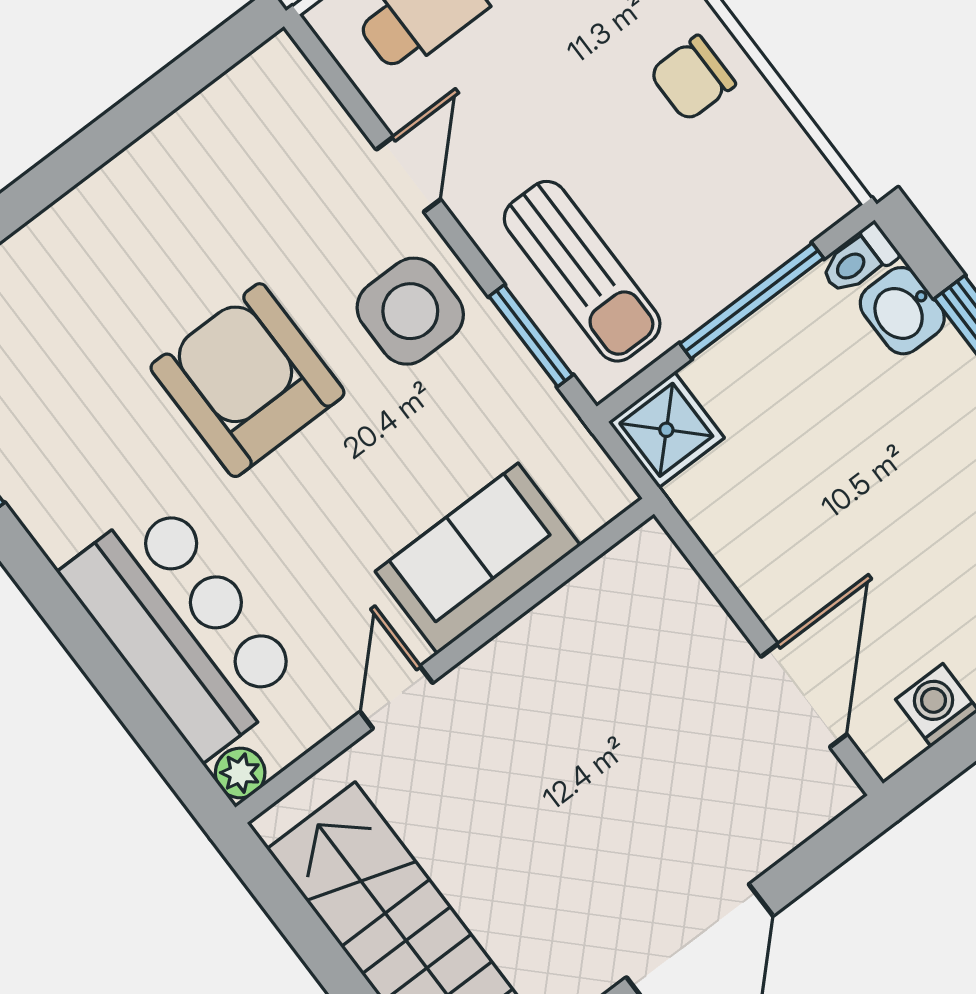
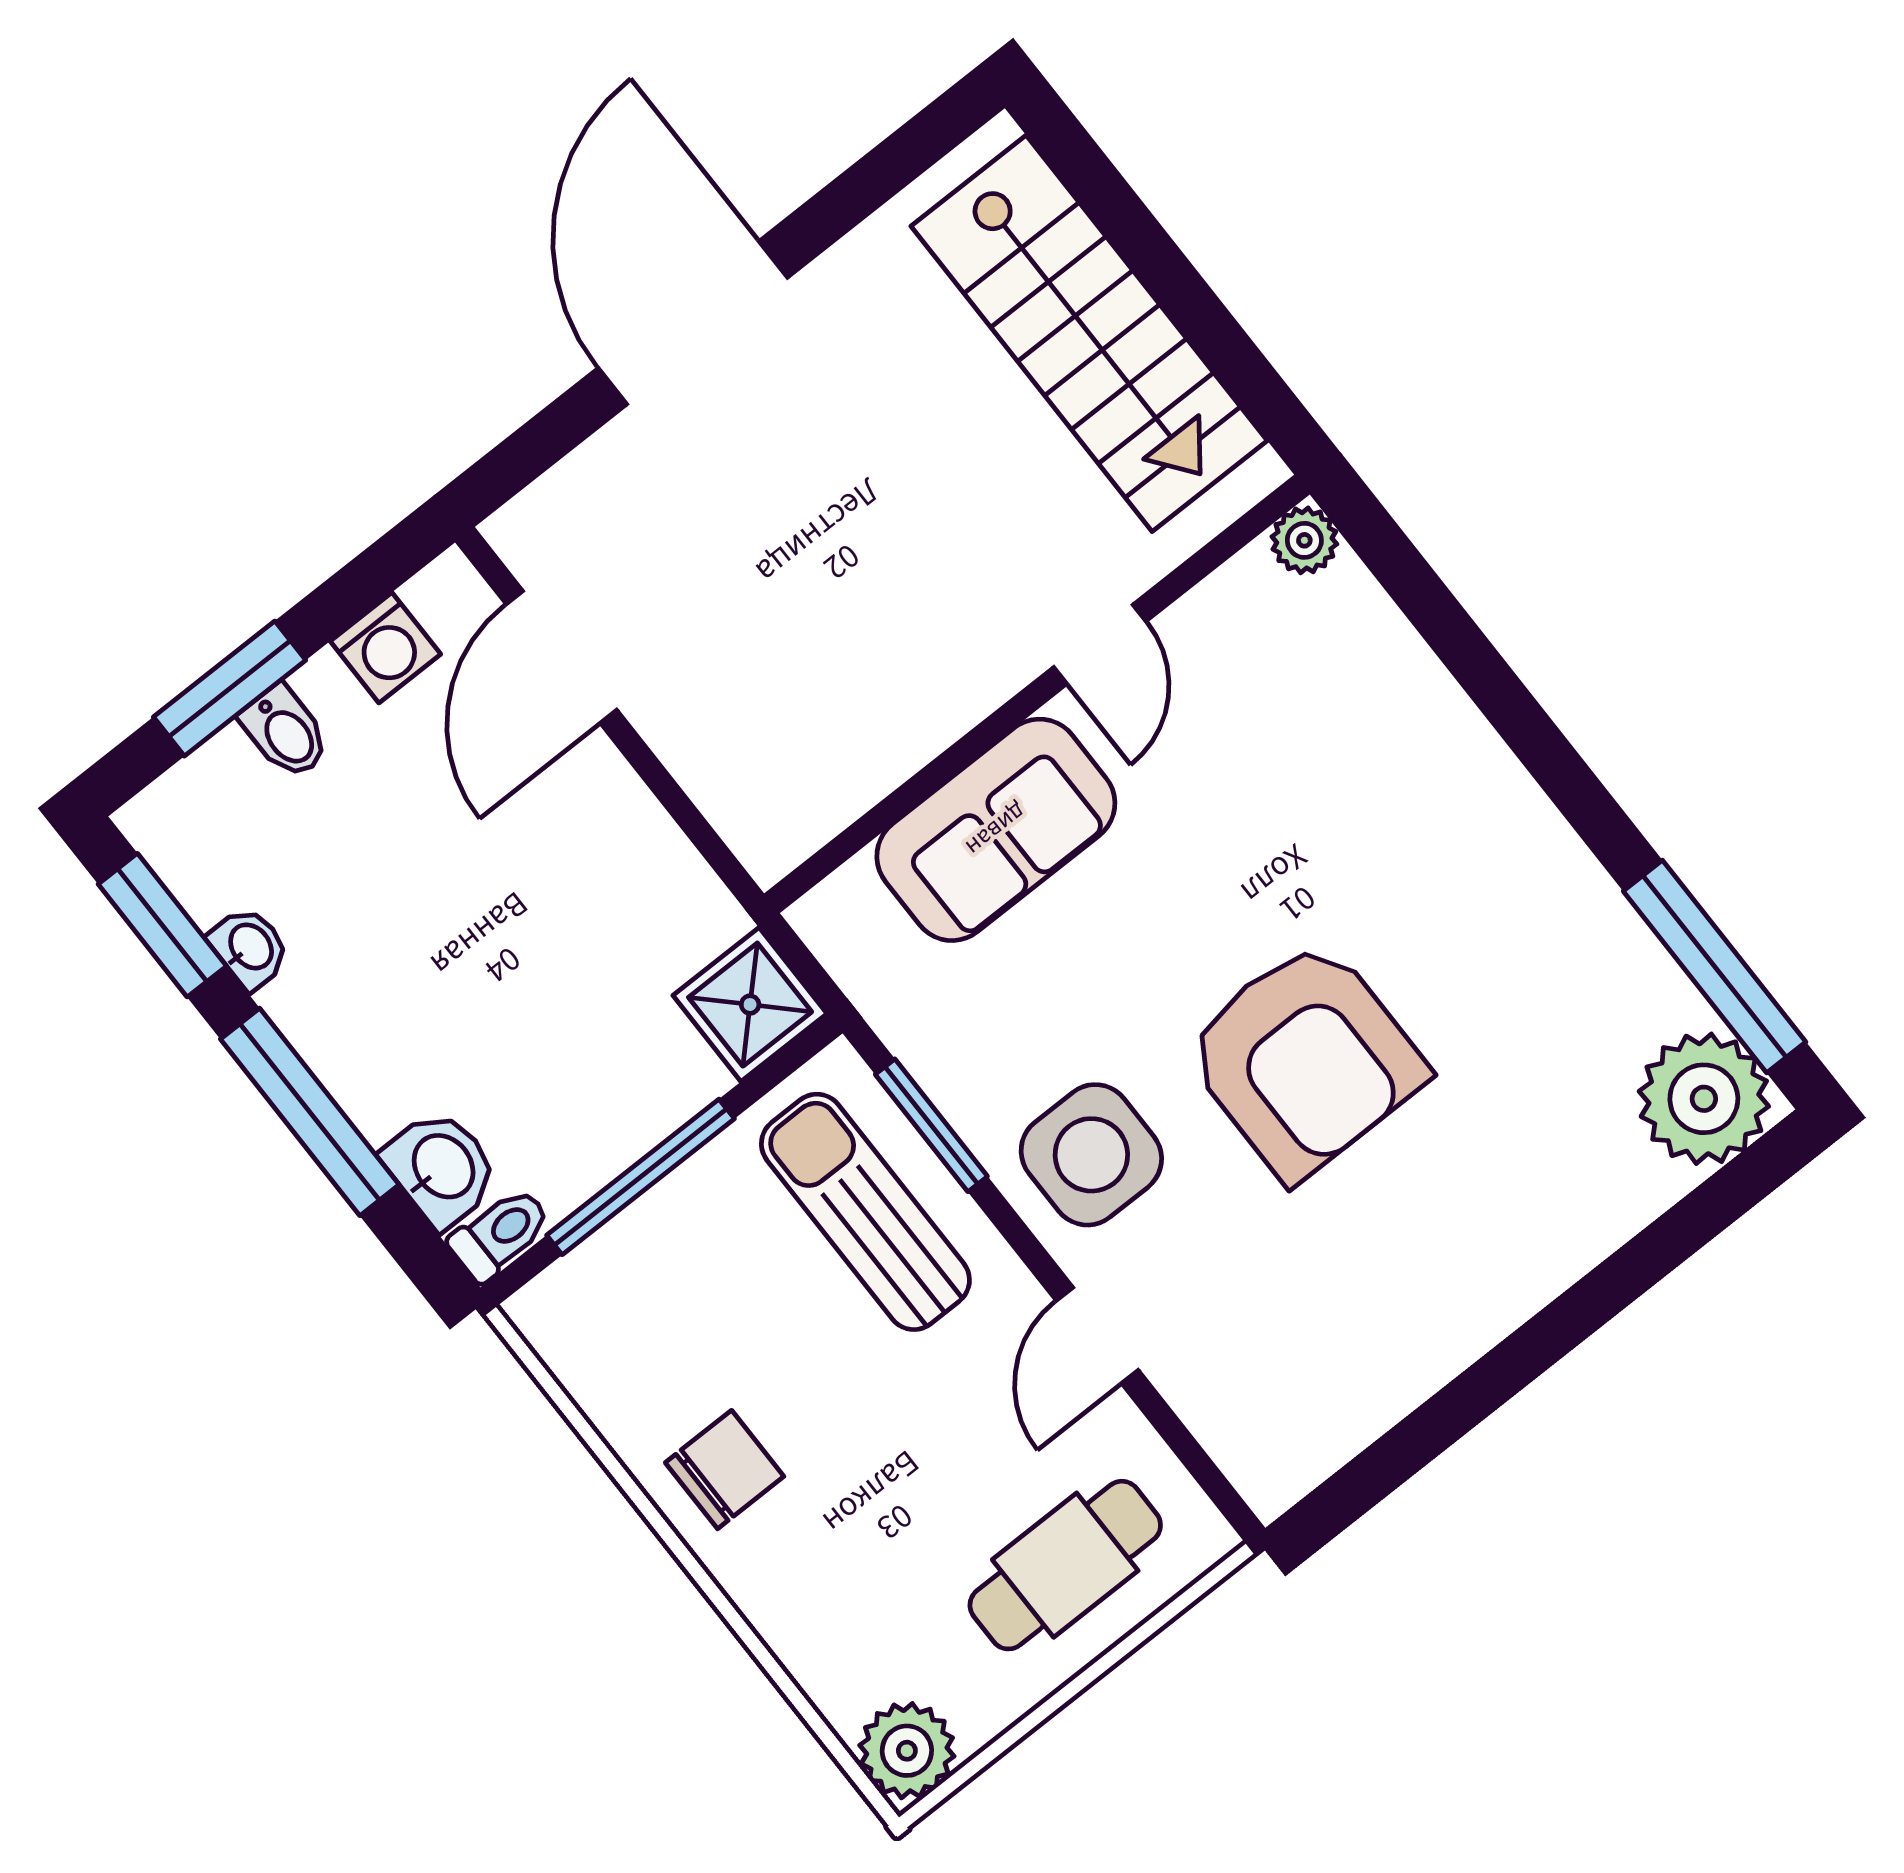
bar counter: (183, 628) -> (1384, 731), removed

